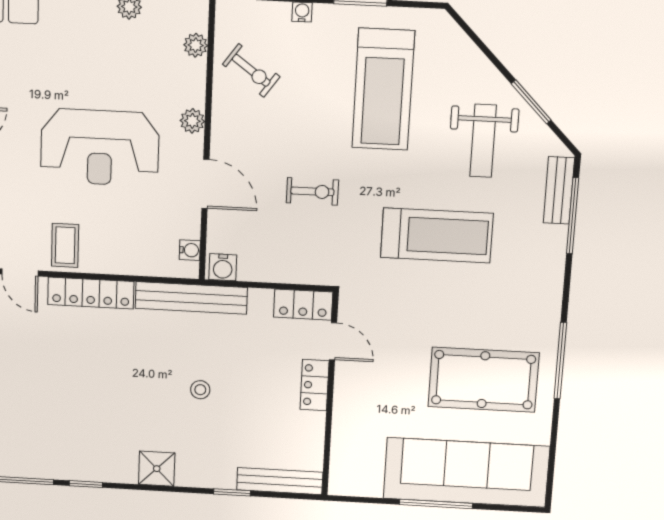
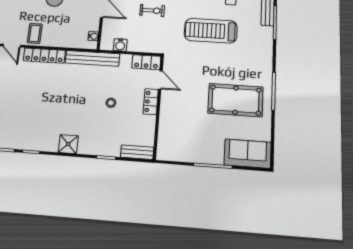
treadmill: (437, 235) -> (211, 31), turned 180
water cooler: (223, 267) -> (120, 45), moved
stool: (200, 390) -> (111, 103), moved
sofa: (466, 472) -> (248, 154), width x0.54, depth x0.79
bench: (280, 481) -> (137, 152), width x0.73

